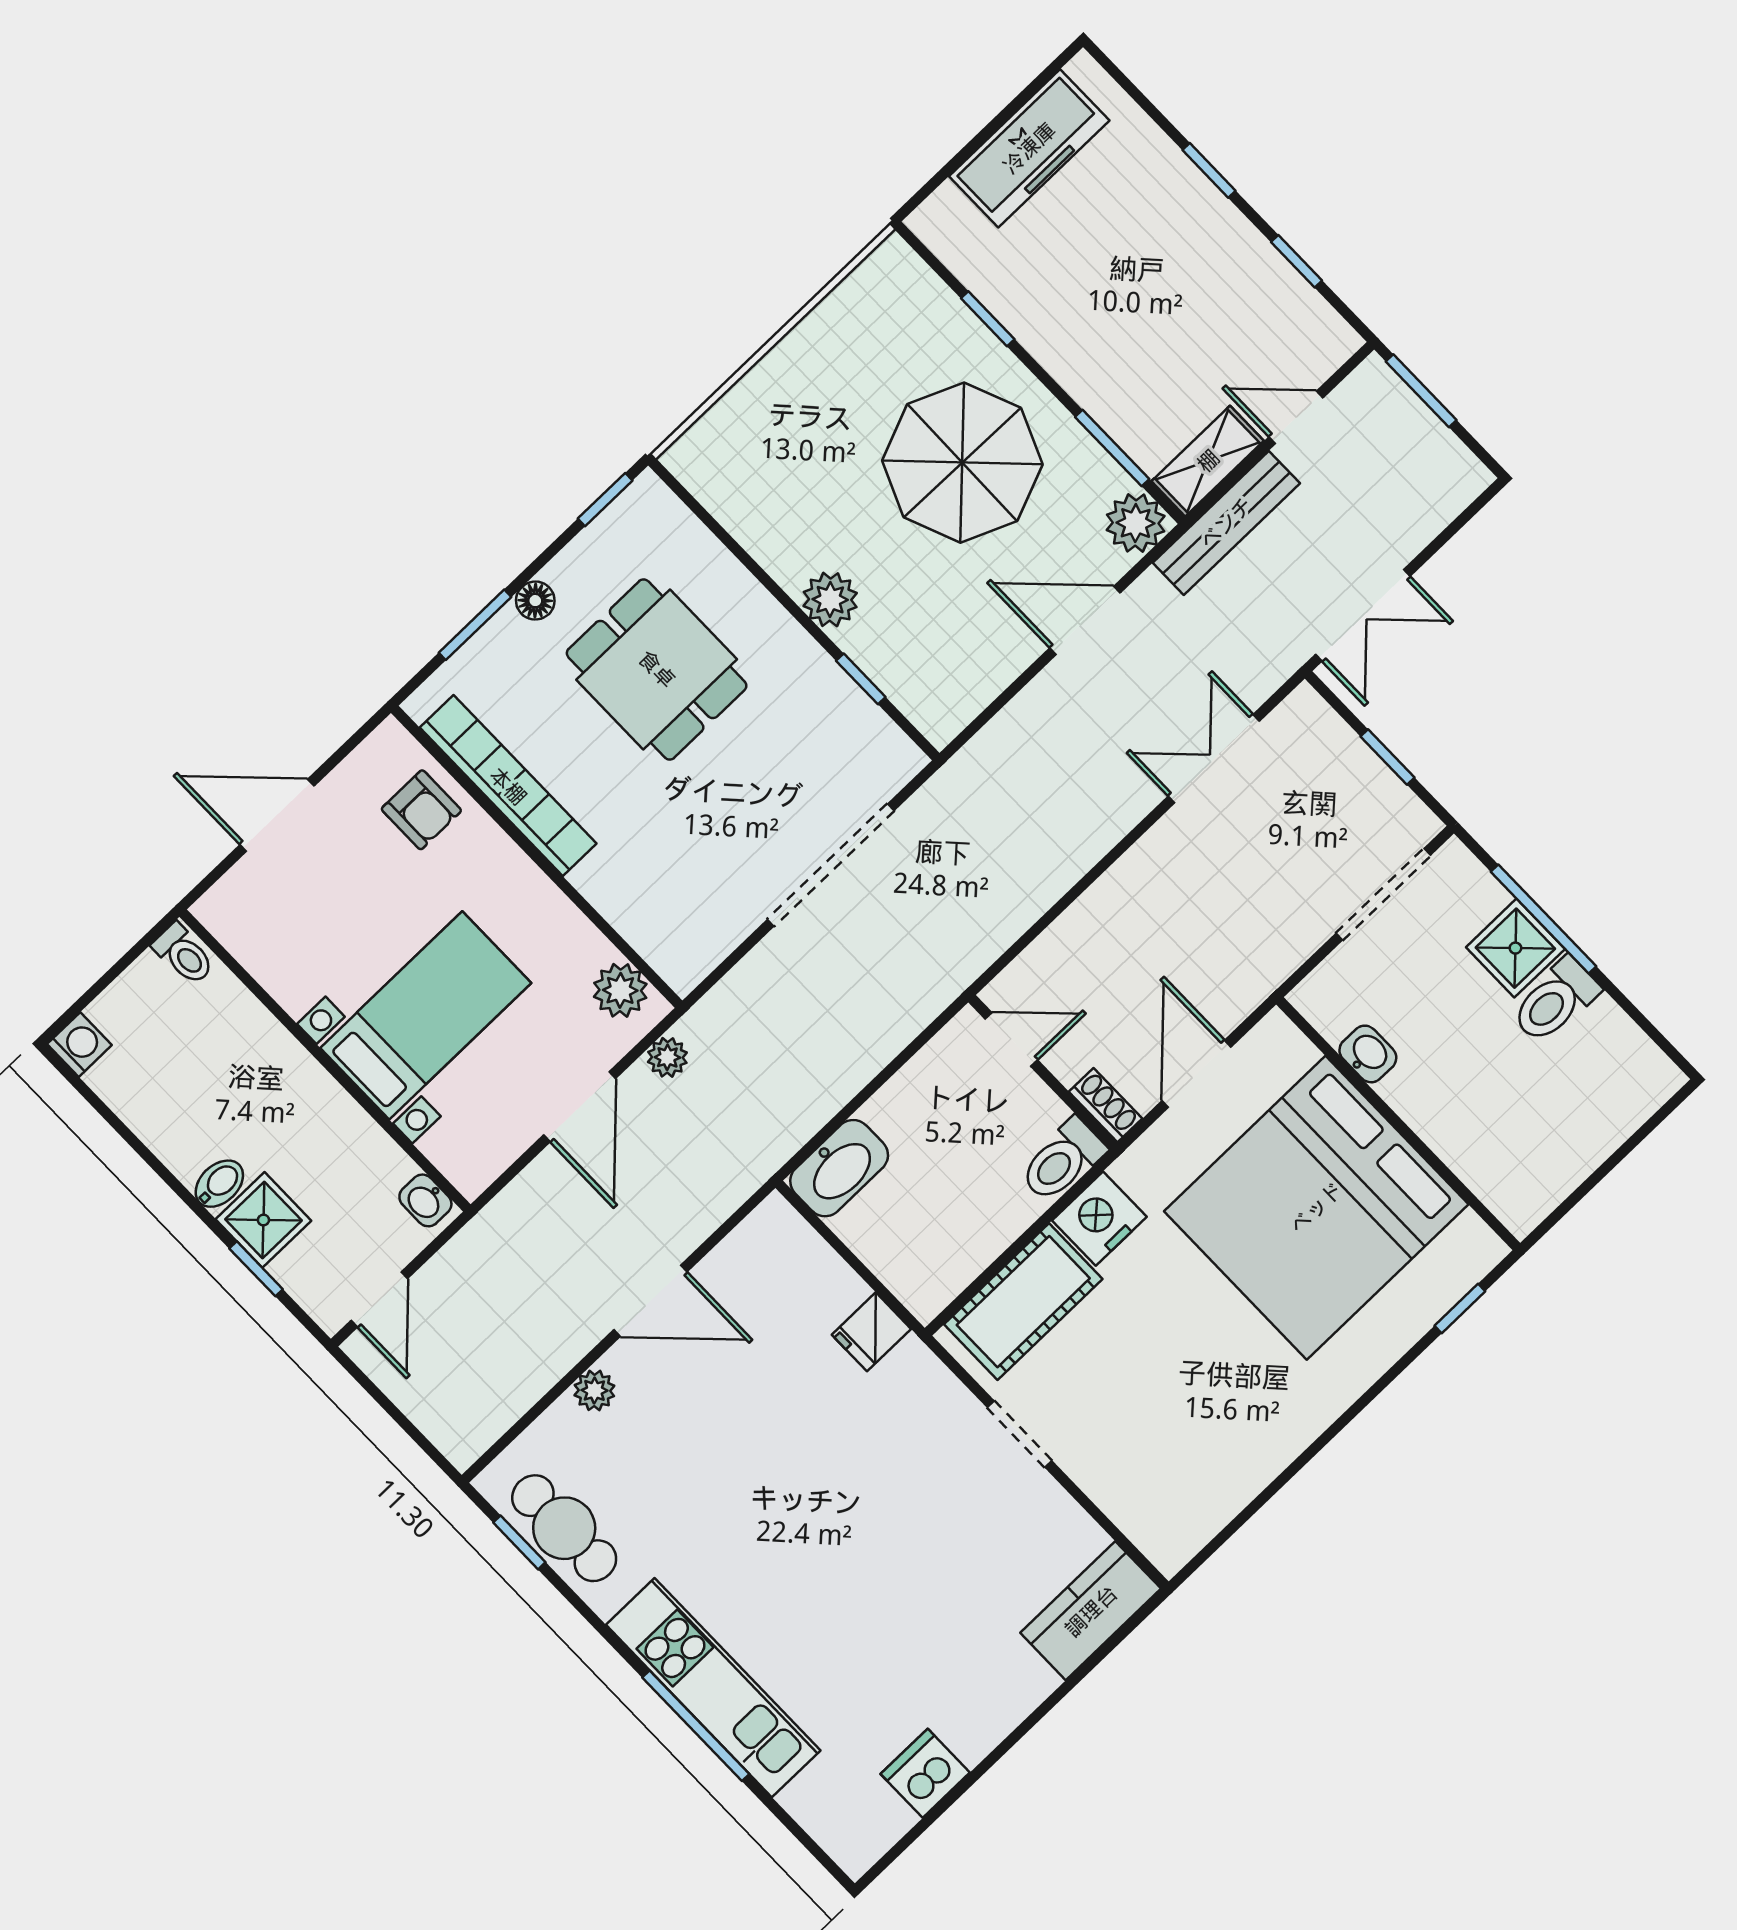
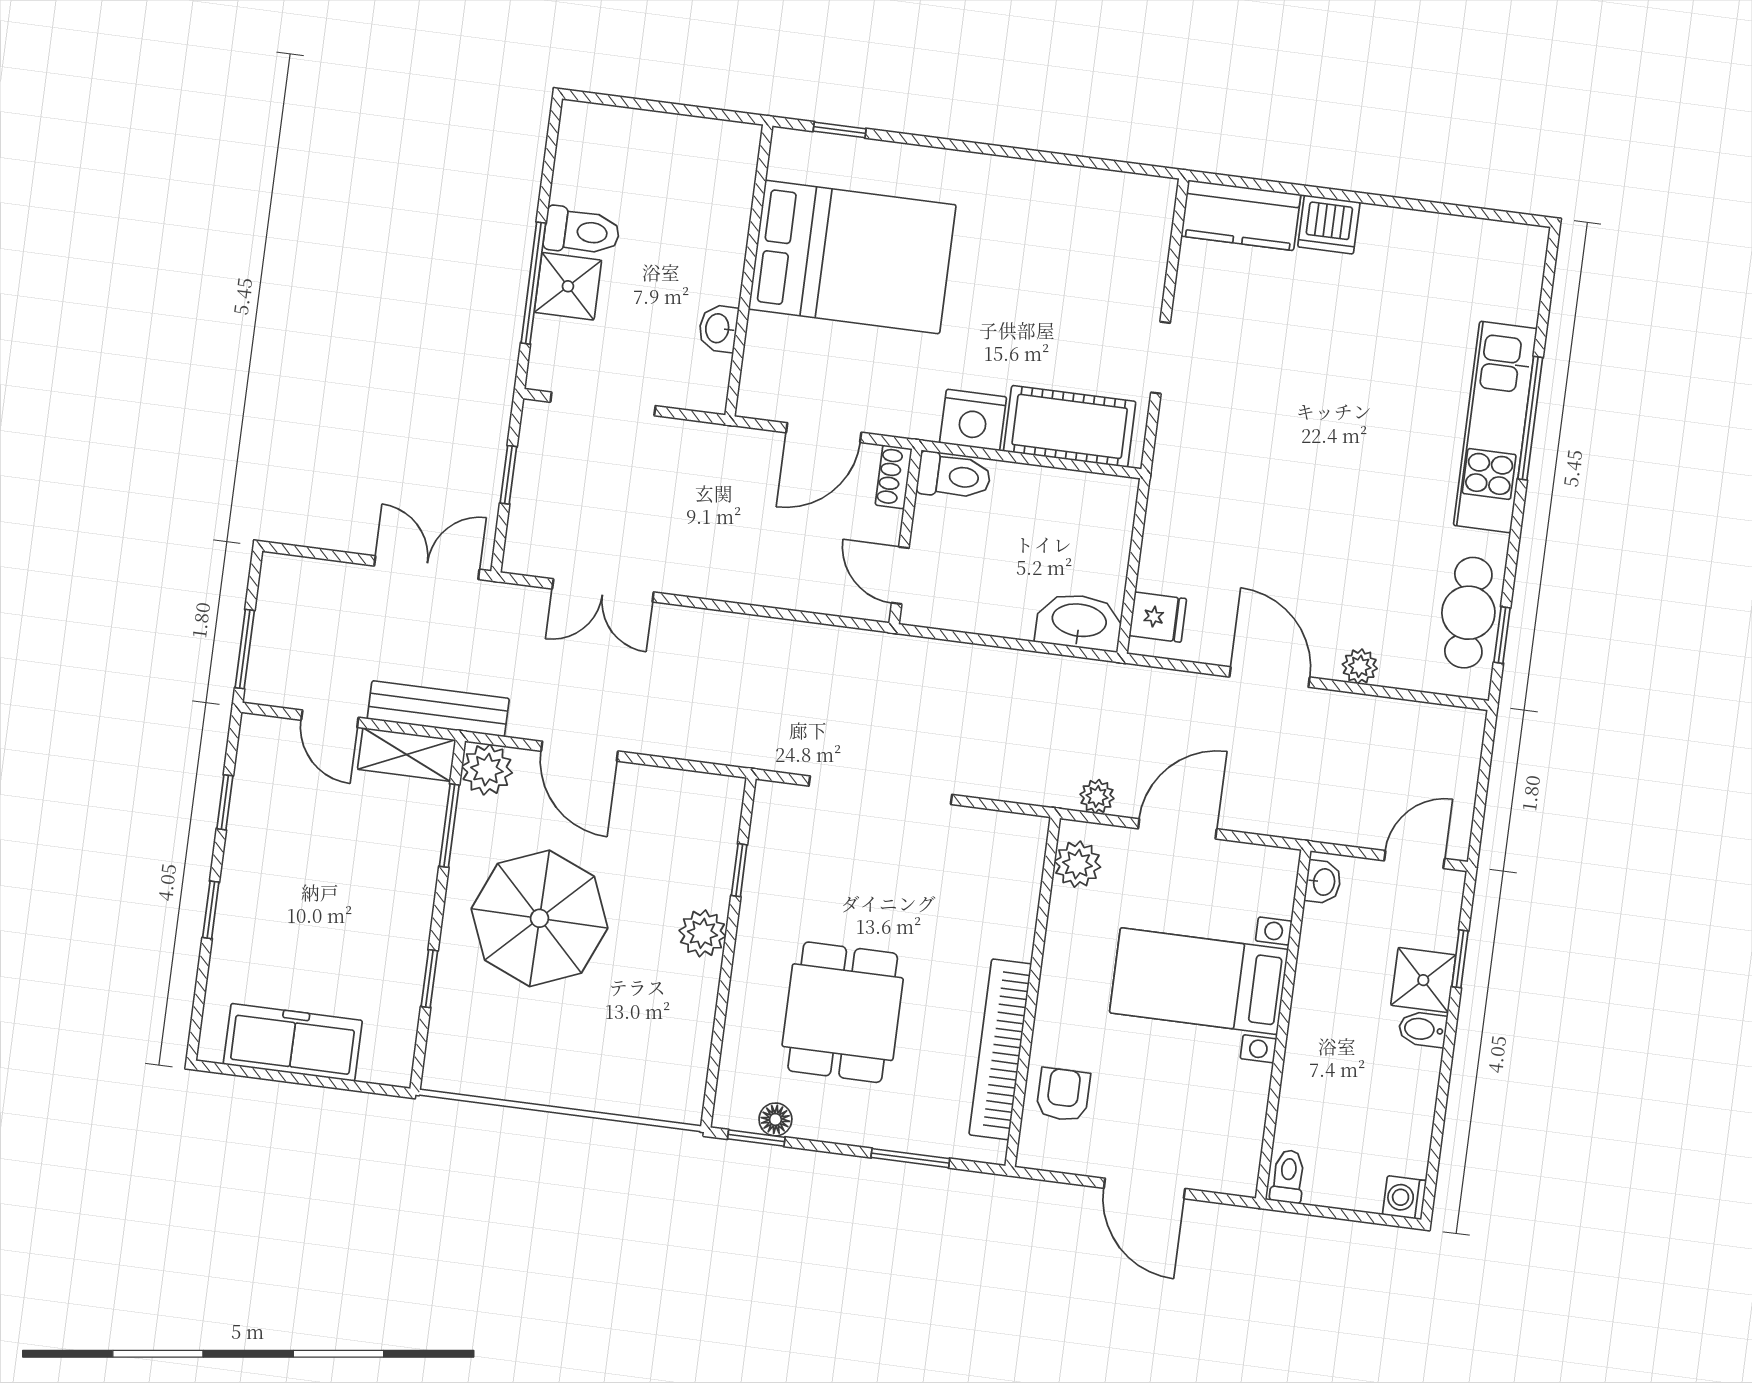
floor lamp: (535, 601) -> (775, 1119), moved
bed: (1316, 1208) -> (852, 257), width x0.73
fridge: (871, 1332) -> (1158, 617), moved
dishwasher: (925, 1773) -> (1329, 224), moved

